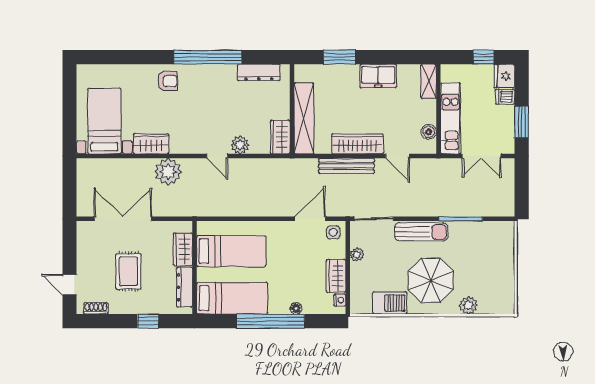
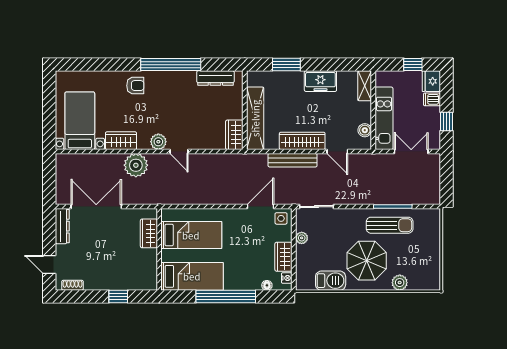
window: (522, 122) -> (446, 121), width x0.67
plant: (240, 145) -> (158, 142), moved
double door: (482, 156) -> (411, 152), swing flipped
sun lounger: (421, 232) -> (390, 225), moved
rug: (128, 271) -> (101, 253), removed
dresser: (185, 287) -> (62, 226), moved, turned 180
floor lamp: (296, 308) -> (267, 285), moved

